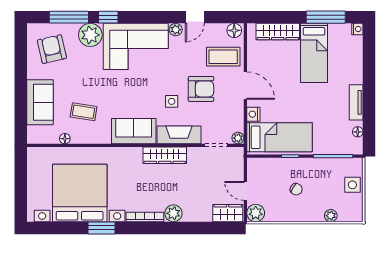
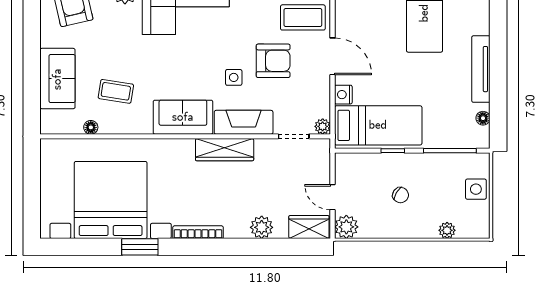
tv unit: (356, 102) -> (481, 69), width x1.41
plant: (173, 213) -> (262, 227), moved

